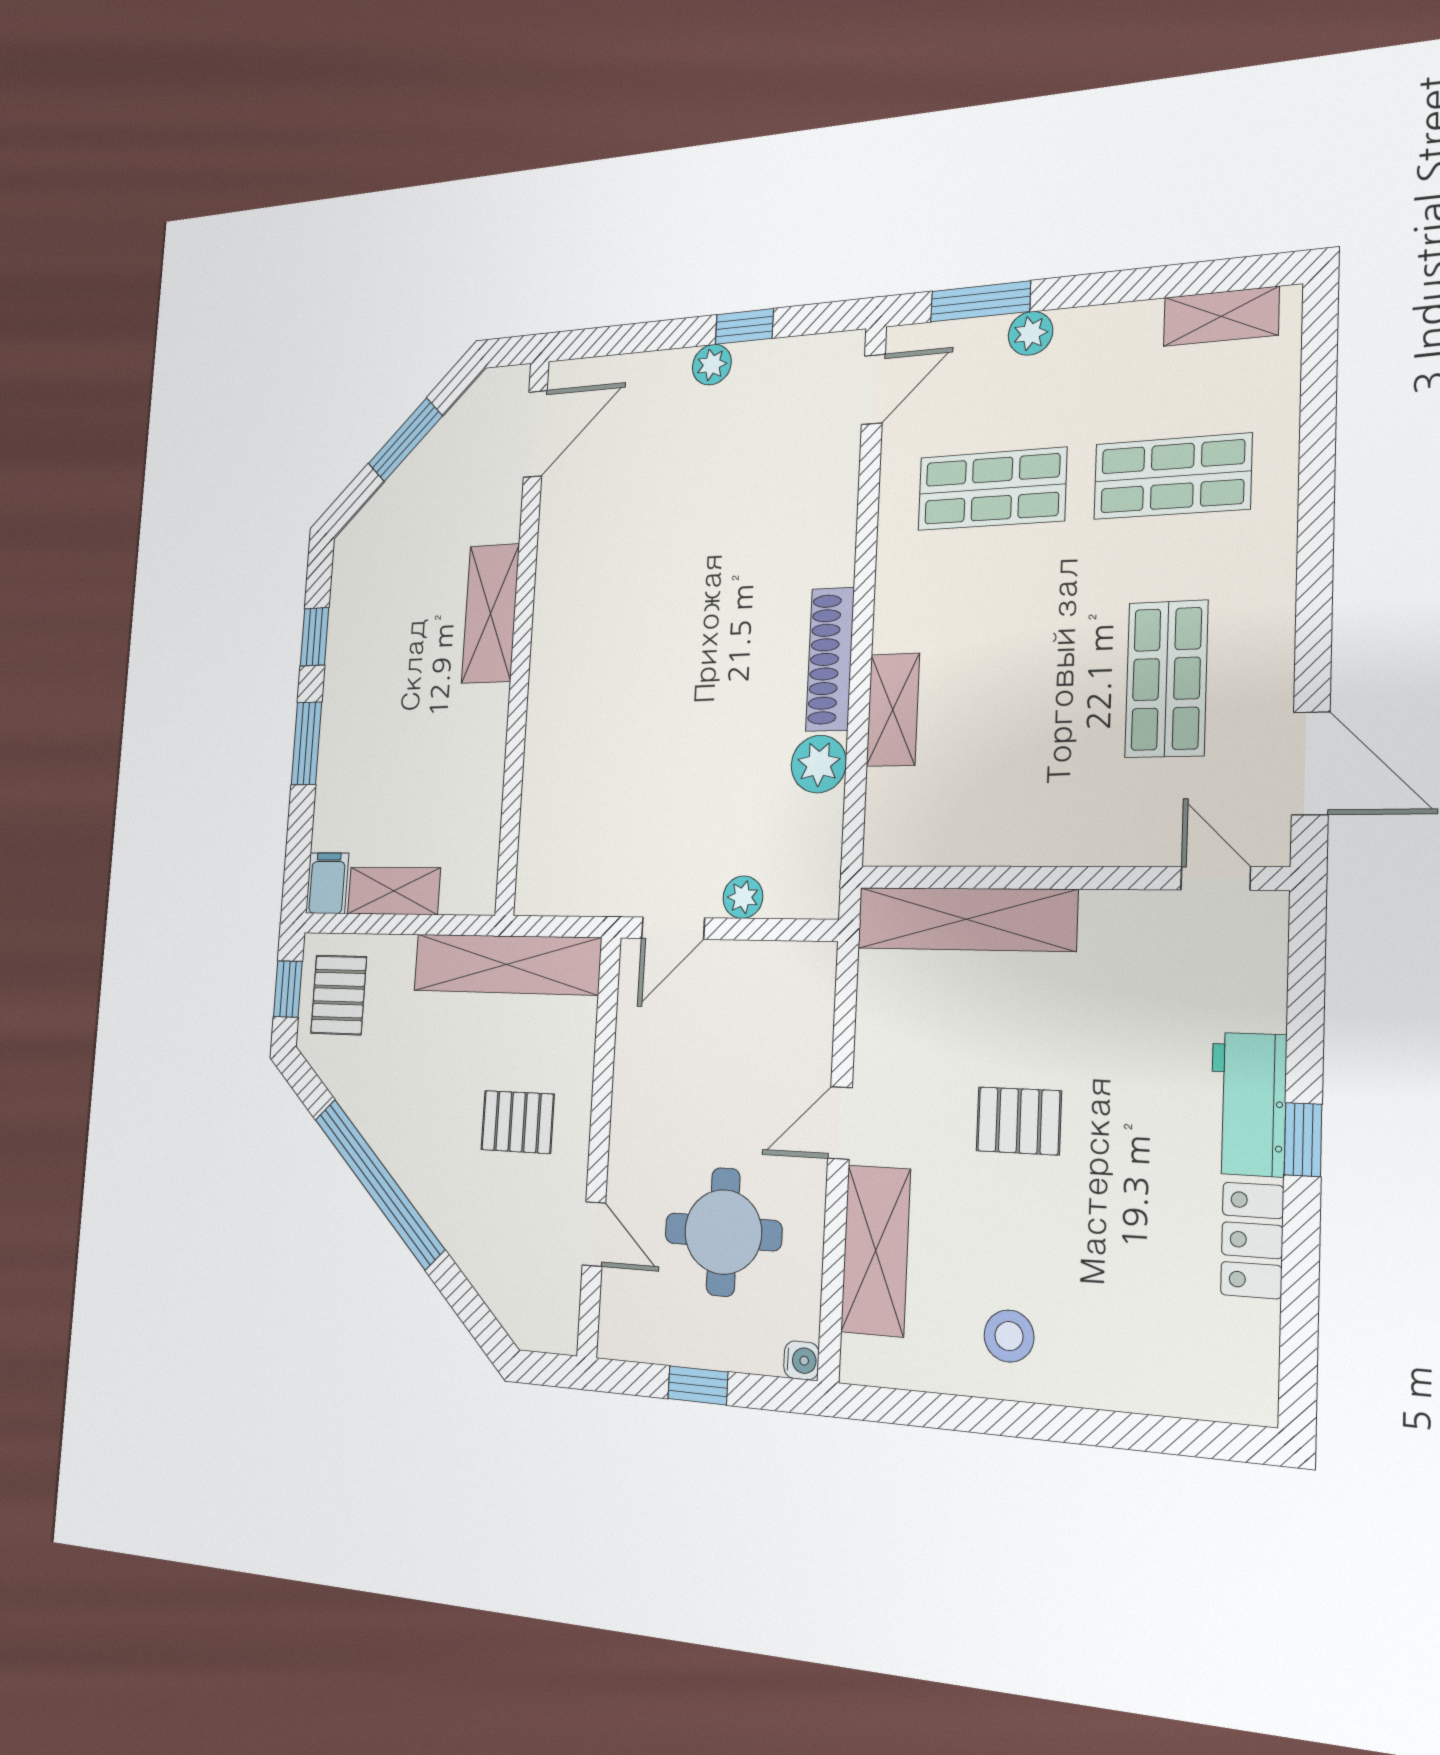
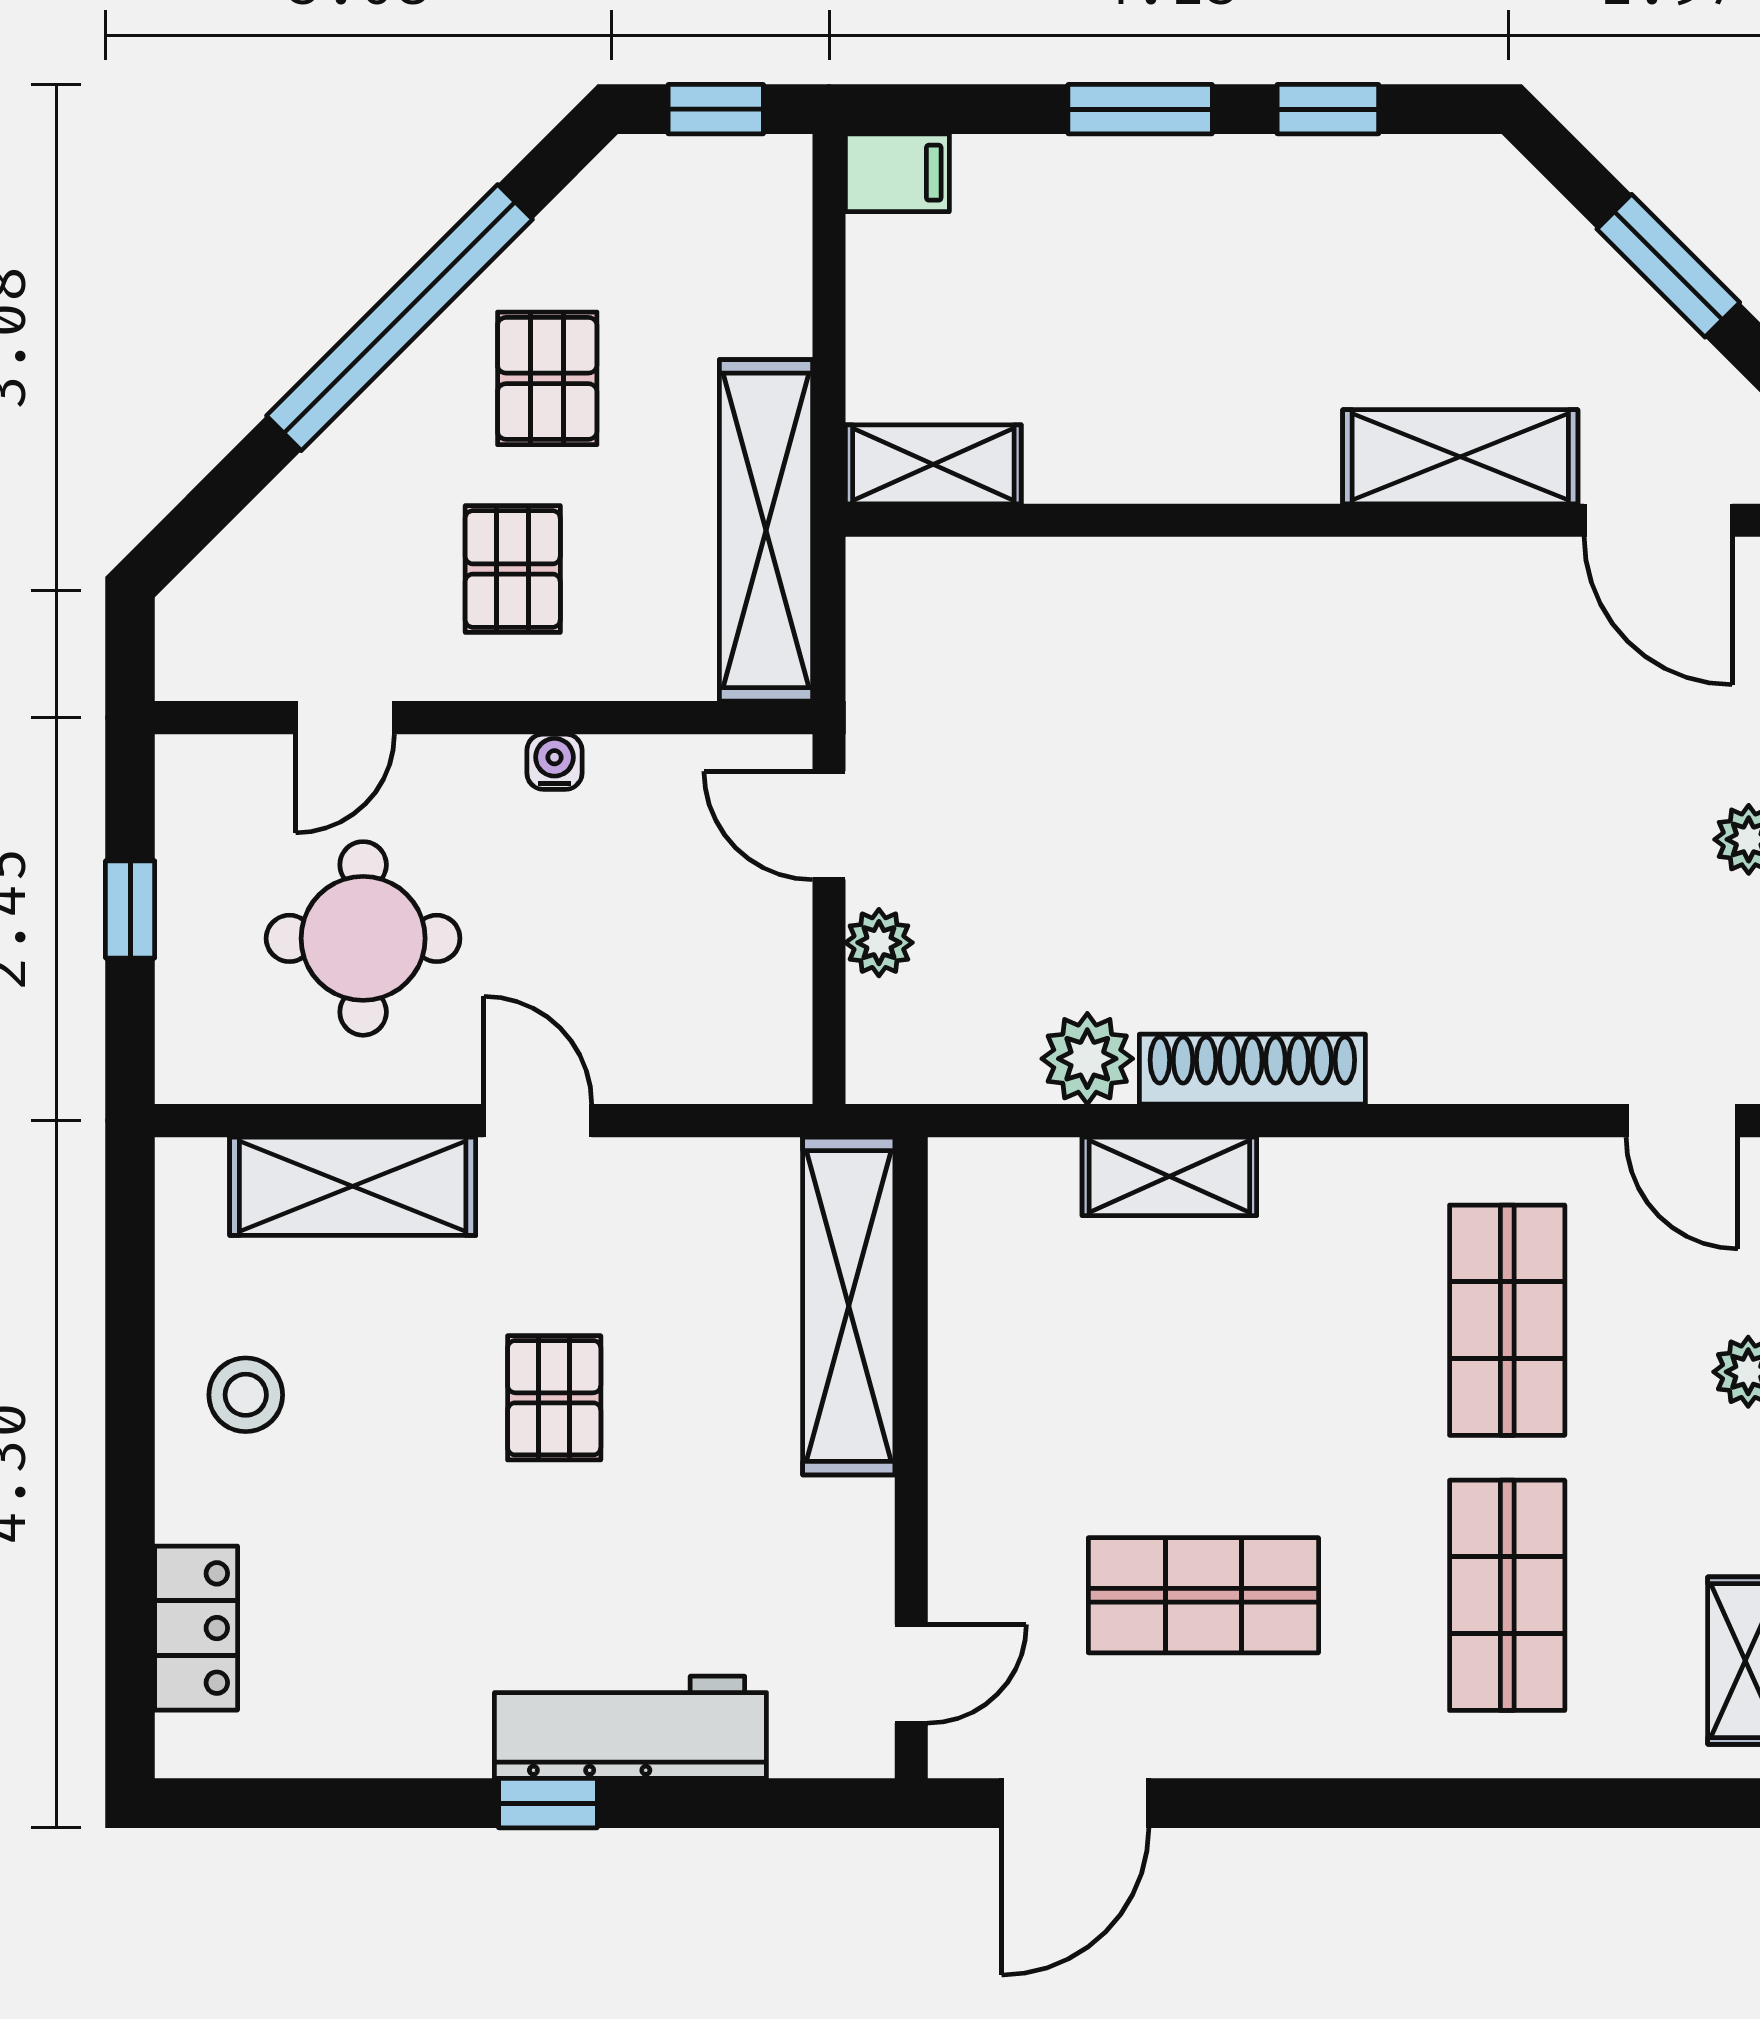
shelving: (490, 613) -> (1460, 457), moved
shelving: (394, 891) -> (933, 464), moved, turned 90
pallet: (339, 995) -> (547, 378), moved, turned 90
workbench: (1248, 1104) -> (630, 1727), width x1.37
locker: (1252, 1240) -> (196, 1628), moved, turned 90
water cooler: (801, 1360) -> (554, 762), moved, turned 180

